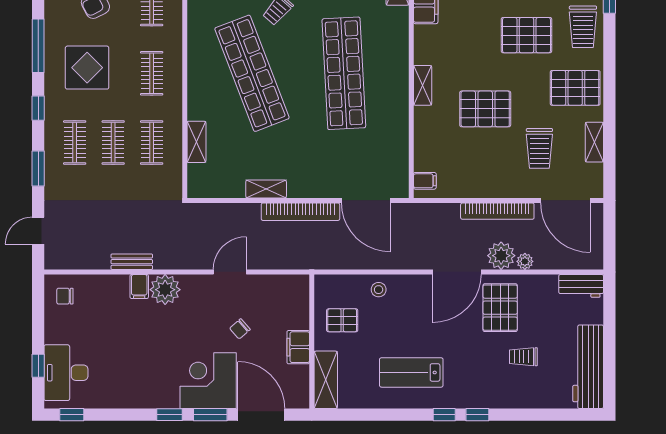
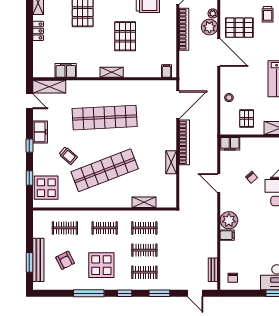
bench: (132, 262) -> (213, 270), moved
filing cabinet: (298, 347) -> (230, 144), moved

